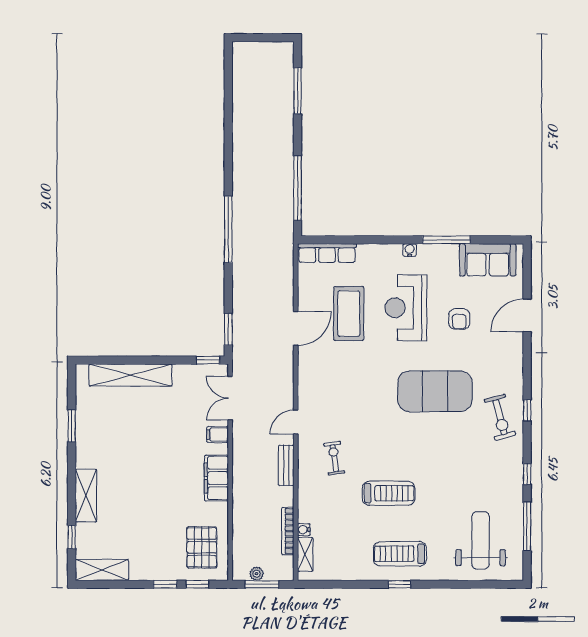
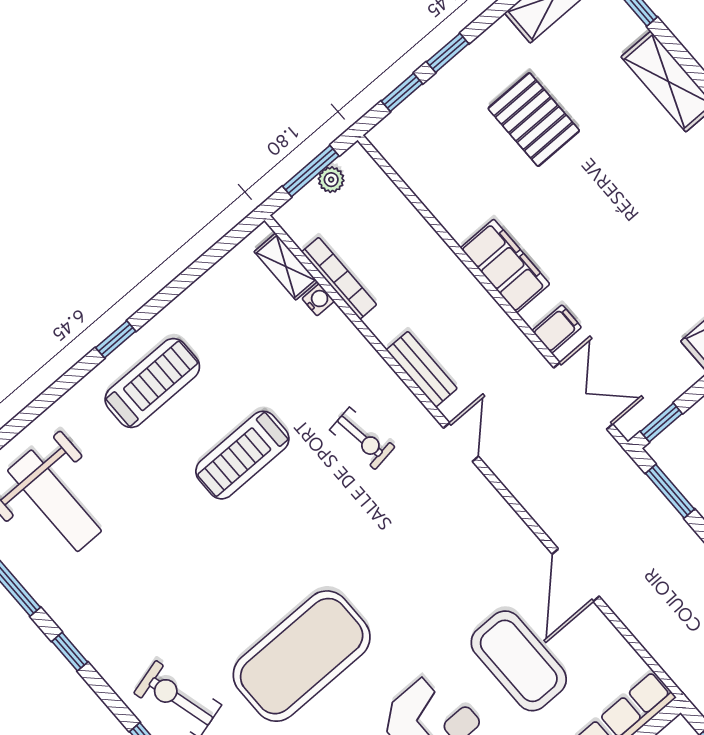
pallet: (202, 547) -> (534, 120), moved

